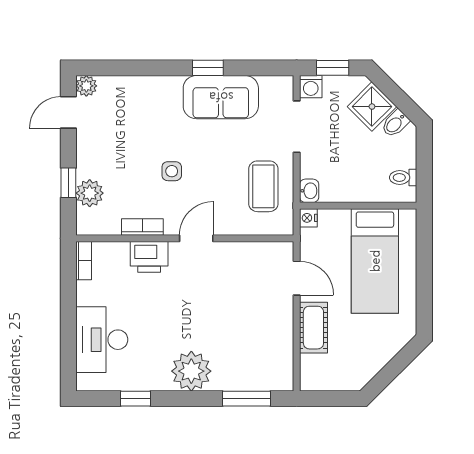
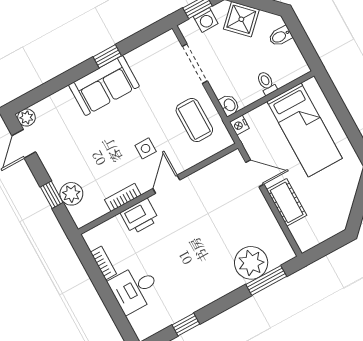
washing machine: (311, 87) -> (206, 20), moved
sofa: (221, 97) -> (104, 86), moved
bidet: (395, 124) -> (280, 36), moved, turned 45
side table: (172, 171) -> (146, 148), moved
toilet: (403, 178) -> (267, 83), moved, turned 90
bookcase: (84, 261) -> (103, 263), moved
desk: (102, 340) -> (135, 289), width x0.73
plant: (191, 371) -> (251, 263), moved

